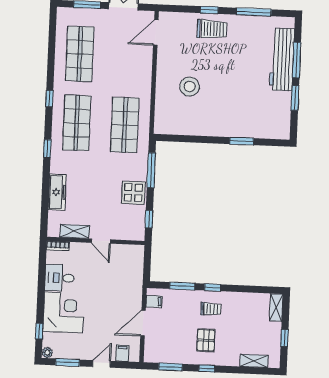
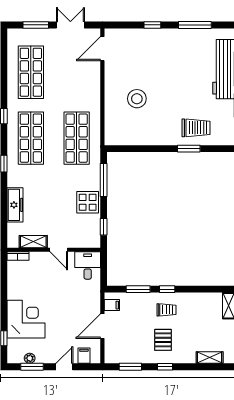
trolley: (212, 29) -> (196, 128), moved
desk: (60, 278) -> (88, 266), moved, turned 90
plant: (47, 353) -> (30, 358), moved

